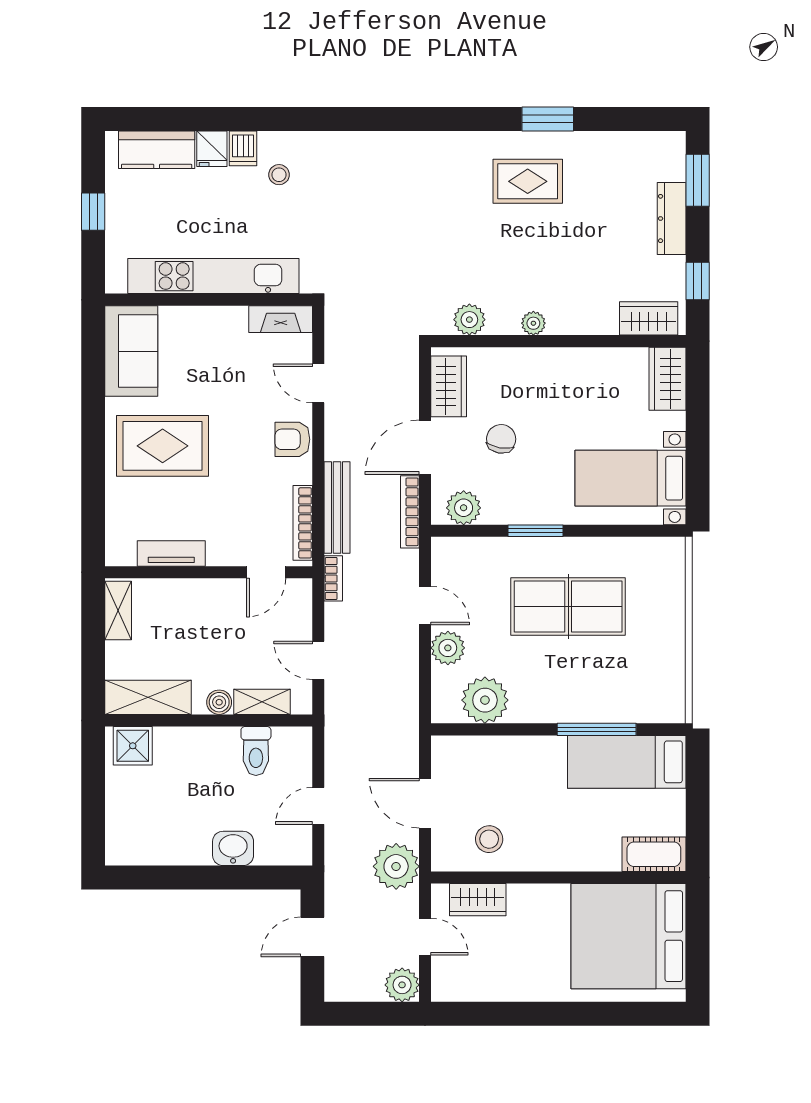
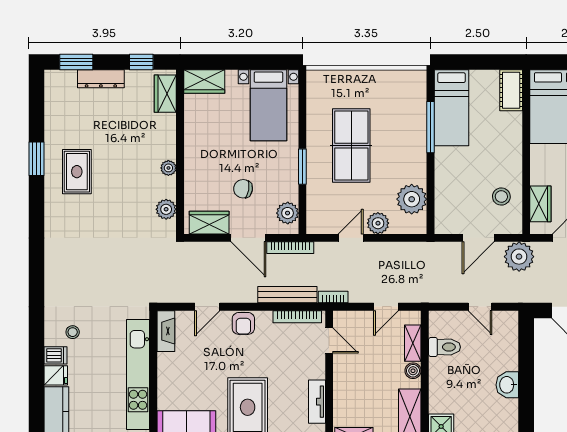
washbasin: (233, 848) -> (507, 385), moved

